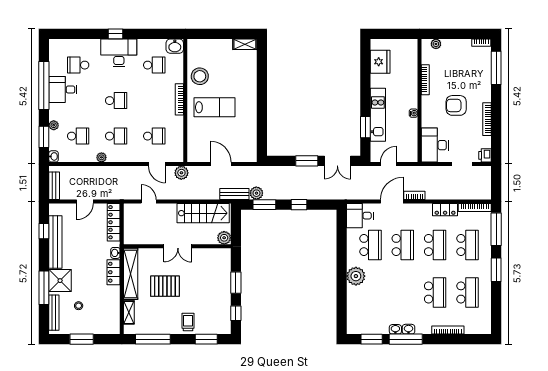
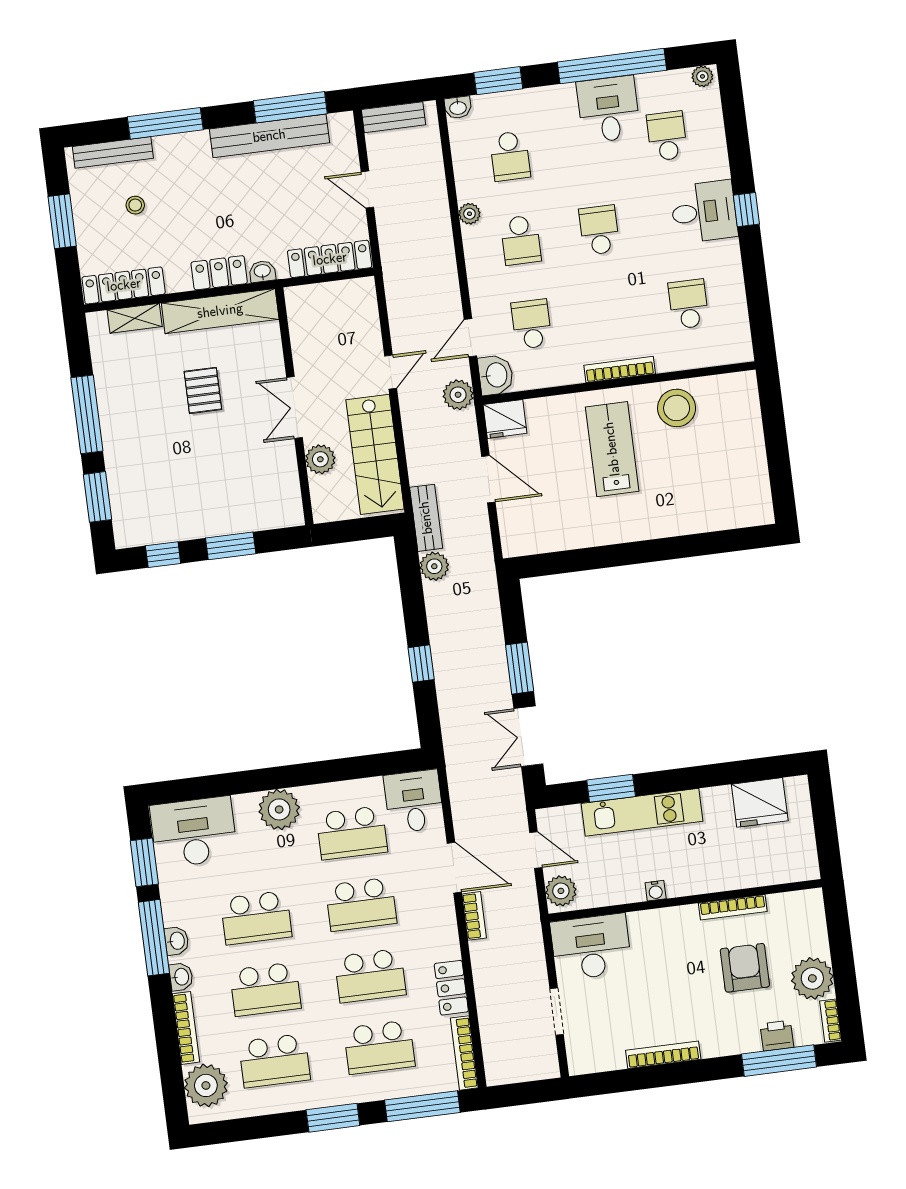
shelving: (245, 44) -> (760, 499), removed
plant: (436, 44) -> (812, 978), moved, width x1.87, depth x1.87
washbasin: (175, 46) -> (496, 375), moved, turned 180
desk: (119, 53) -> (704, 212), width x0.73
school desk: (154, 65) -> (688, 304), turned 180
school desk: (116, 101) -> (599, 230), turned 180
armchair: (456, 105) -> (745, 968), moved
lab bench: (214, 107) -> (612, 449), turned 180
plant: (54, 125) -> (702, 76), moved
school desk: (154, 136) -> (532, 324), turned 180
fridge: (195, 153) -> (505, 419), added
plant: (408, 155) -> (561, 891), added
printer: (485, 155) -> (777, 1036), moved
door: (221, 164) -> (488, 479), hinge flipped
door: (149, 201) -> (391, 372), moved
window: (264, 205) -> (411, 587), removed
window: (44, 231) -> (290, 107), width x2.17
plant: (224, 238) -> (320, 459), moved
shower: (60, 281) -> (186, 157), removed
pallet: (165, 286) -> (203, 390), width x0.67, depth x0.71
school desk: (403, 292) -> (256, 918), added
locker: (114, 315) -> (124, 285), added
desk: (361, 315) -> (194, 832), added
trolley: (188, 322) -> (130, 451), removed
plant: (475, 324) -> (206, 1085), added
washbasin: (395, 329) -> (181, 977), moved
window: (153, 339) -> (87, 414), moved

